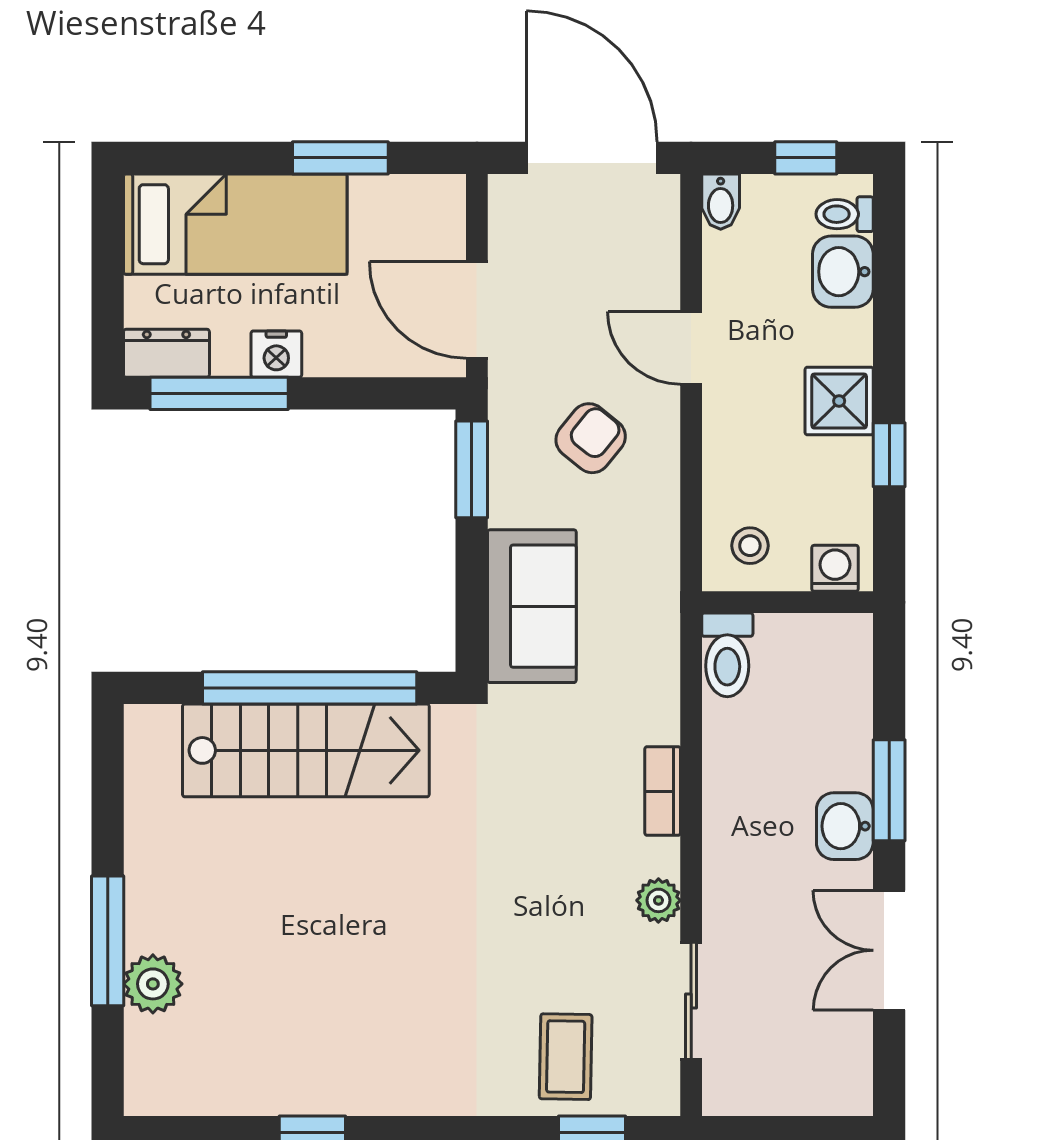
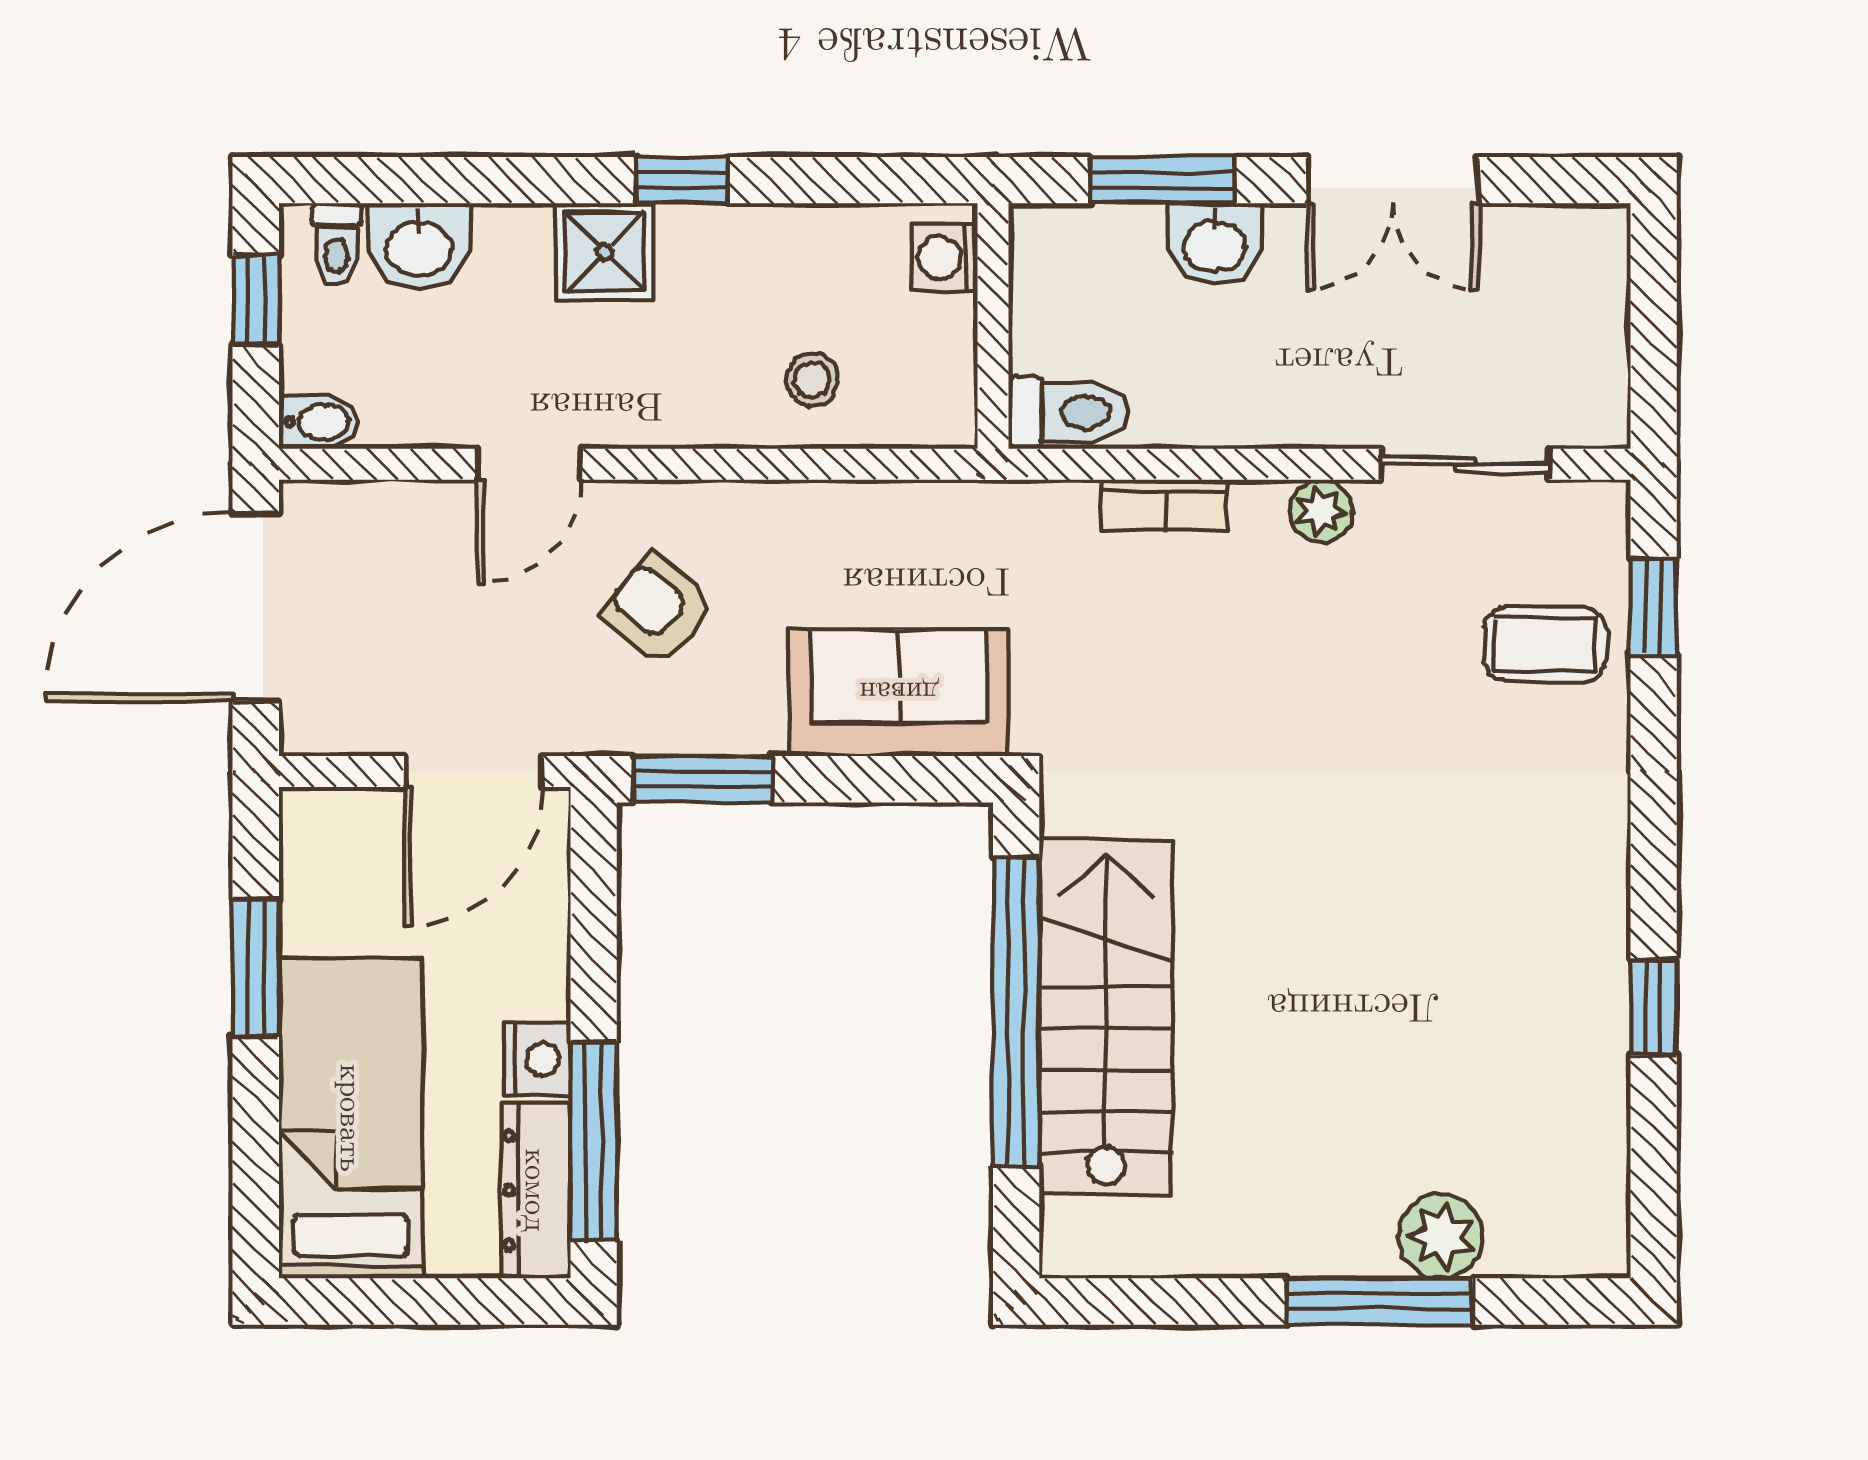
dresser: (166, 353) -> (536, 1190), width x1.44
washing machine: (835, 568) -> (944, 258), moved
wall: (787, 602) -> (993, 326), moved
toilet: (727, 655) -> (1069, 412), moved

